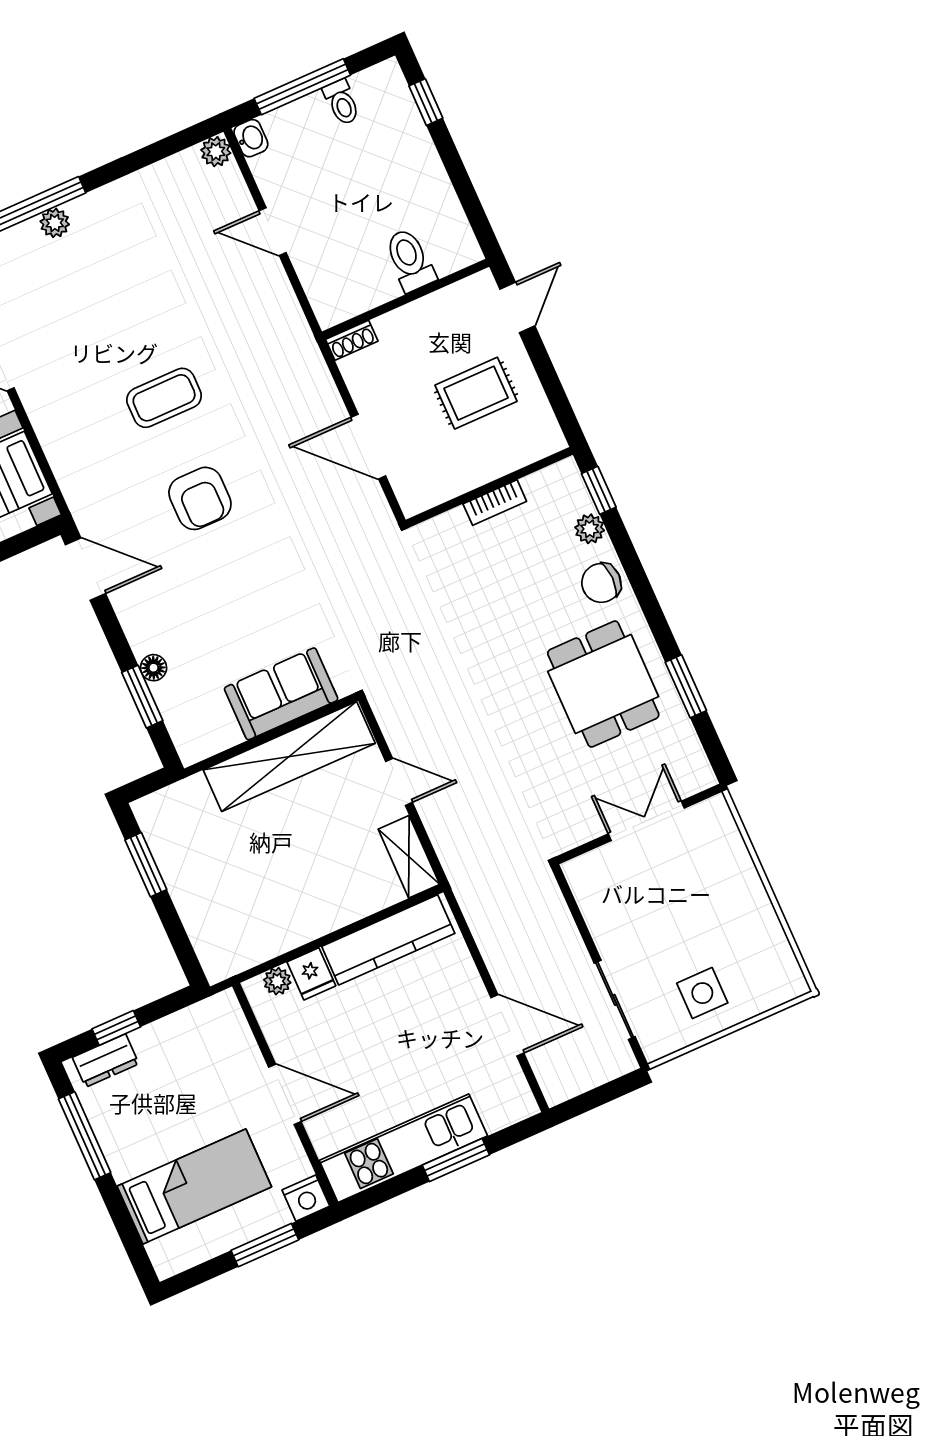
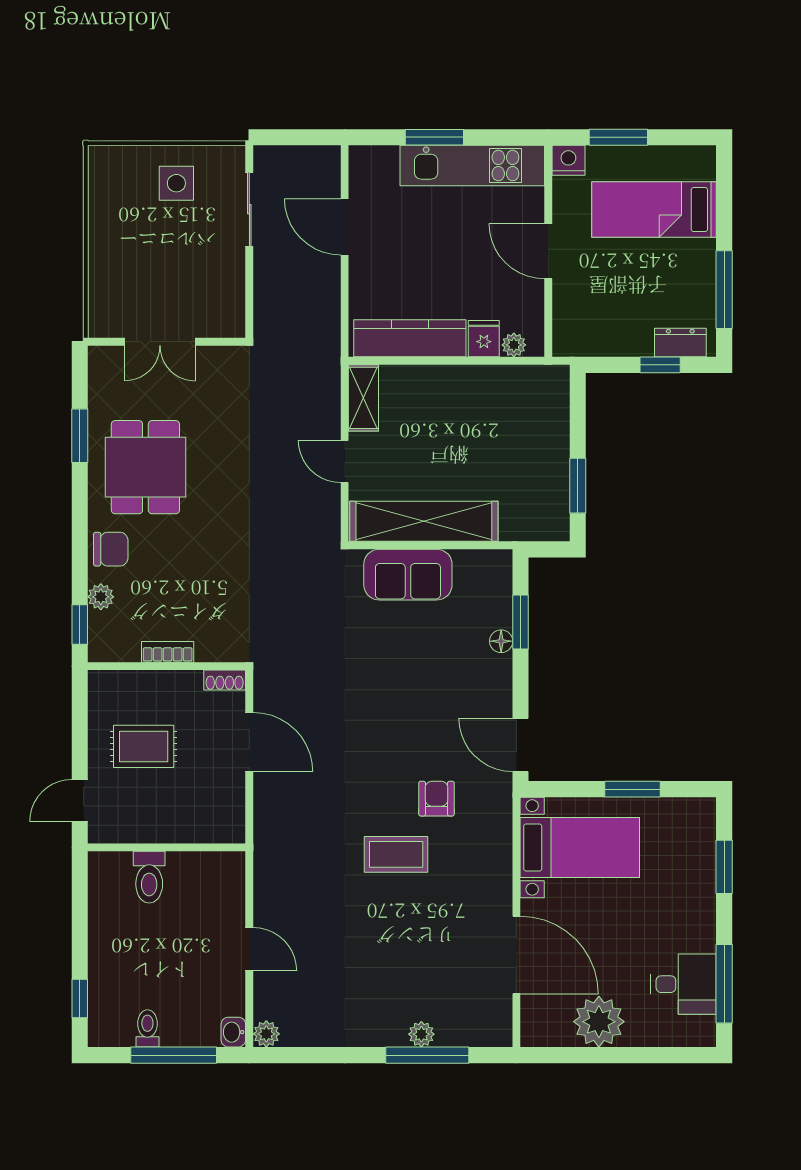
shoe rack: (352, 340) -> (225, 680), moved, turned 180
armchair: (200, 498) -> (436, 799), moved, width x0.72, depth x0.72

